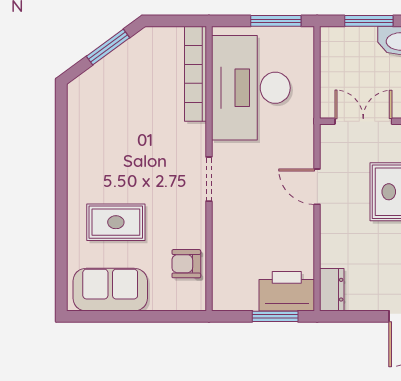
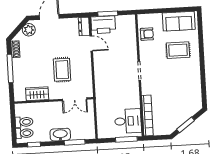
window: (276, 21) -> (126, 139), moved
desk: (251, 88) -> (128, 121), width x0.53, depth x0.77
door: (317, 187) -> (91, 43), moved

